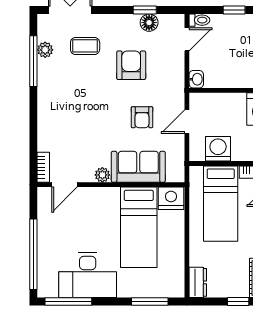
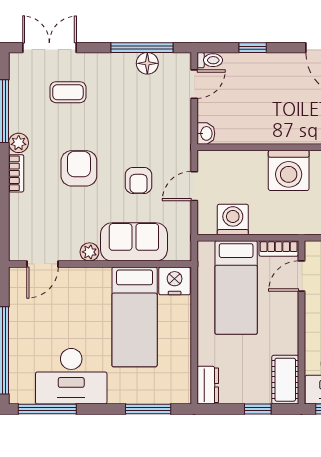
window: (145, 10) -> (142, 48), width x2.17
plant: (45, 50) -> (19, 143), moved
armchair: (131, 65) -> (79, 168), moved
bookcase: (43, 167) -> (16, 173), moved

